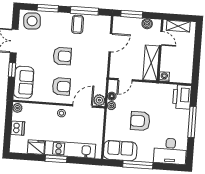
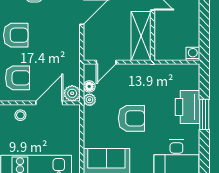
washing machine: (164, 77) -> (193, 54), moved
printer: (182, 97) -> (188, 107), moved
armchair: (140, 121) -> (131, 118), turned 180
window: (192, 122) -> (204, 114), width x0.69

